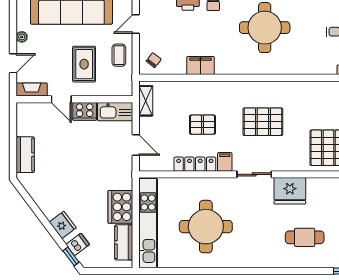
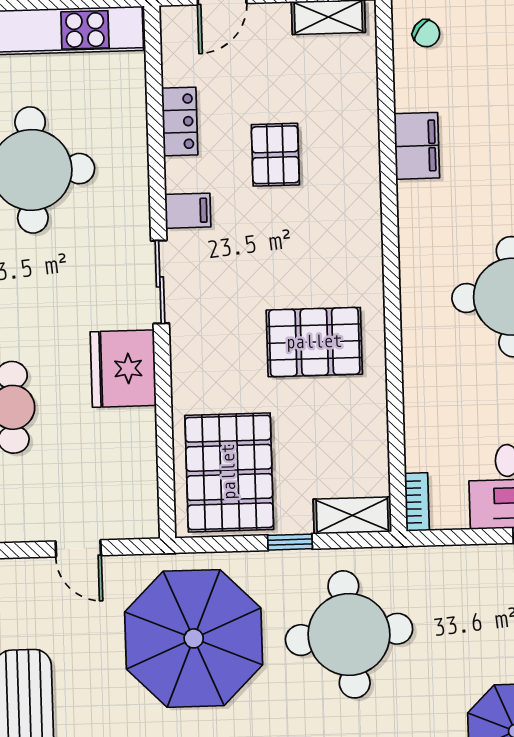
pallet: (263, 122) -> (314, 342), moved, turned 90
locker: (195, 164) -> (180, 121), width x0.66

